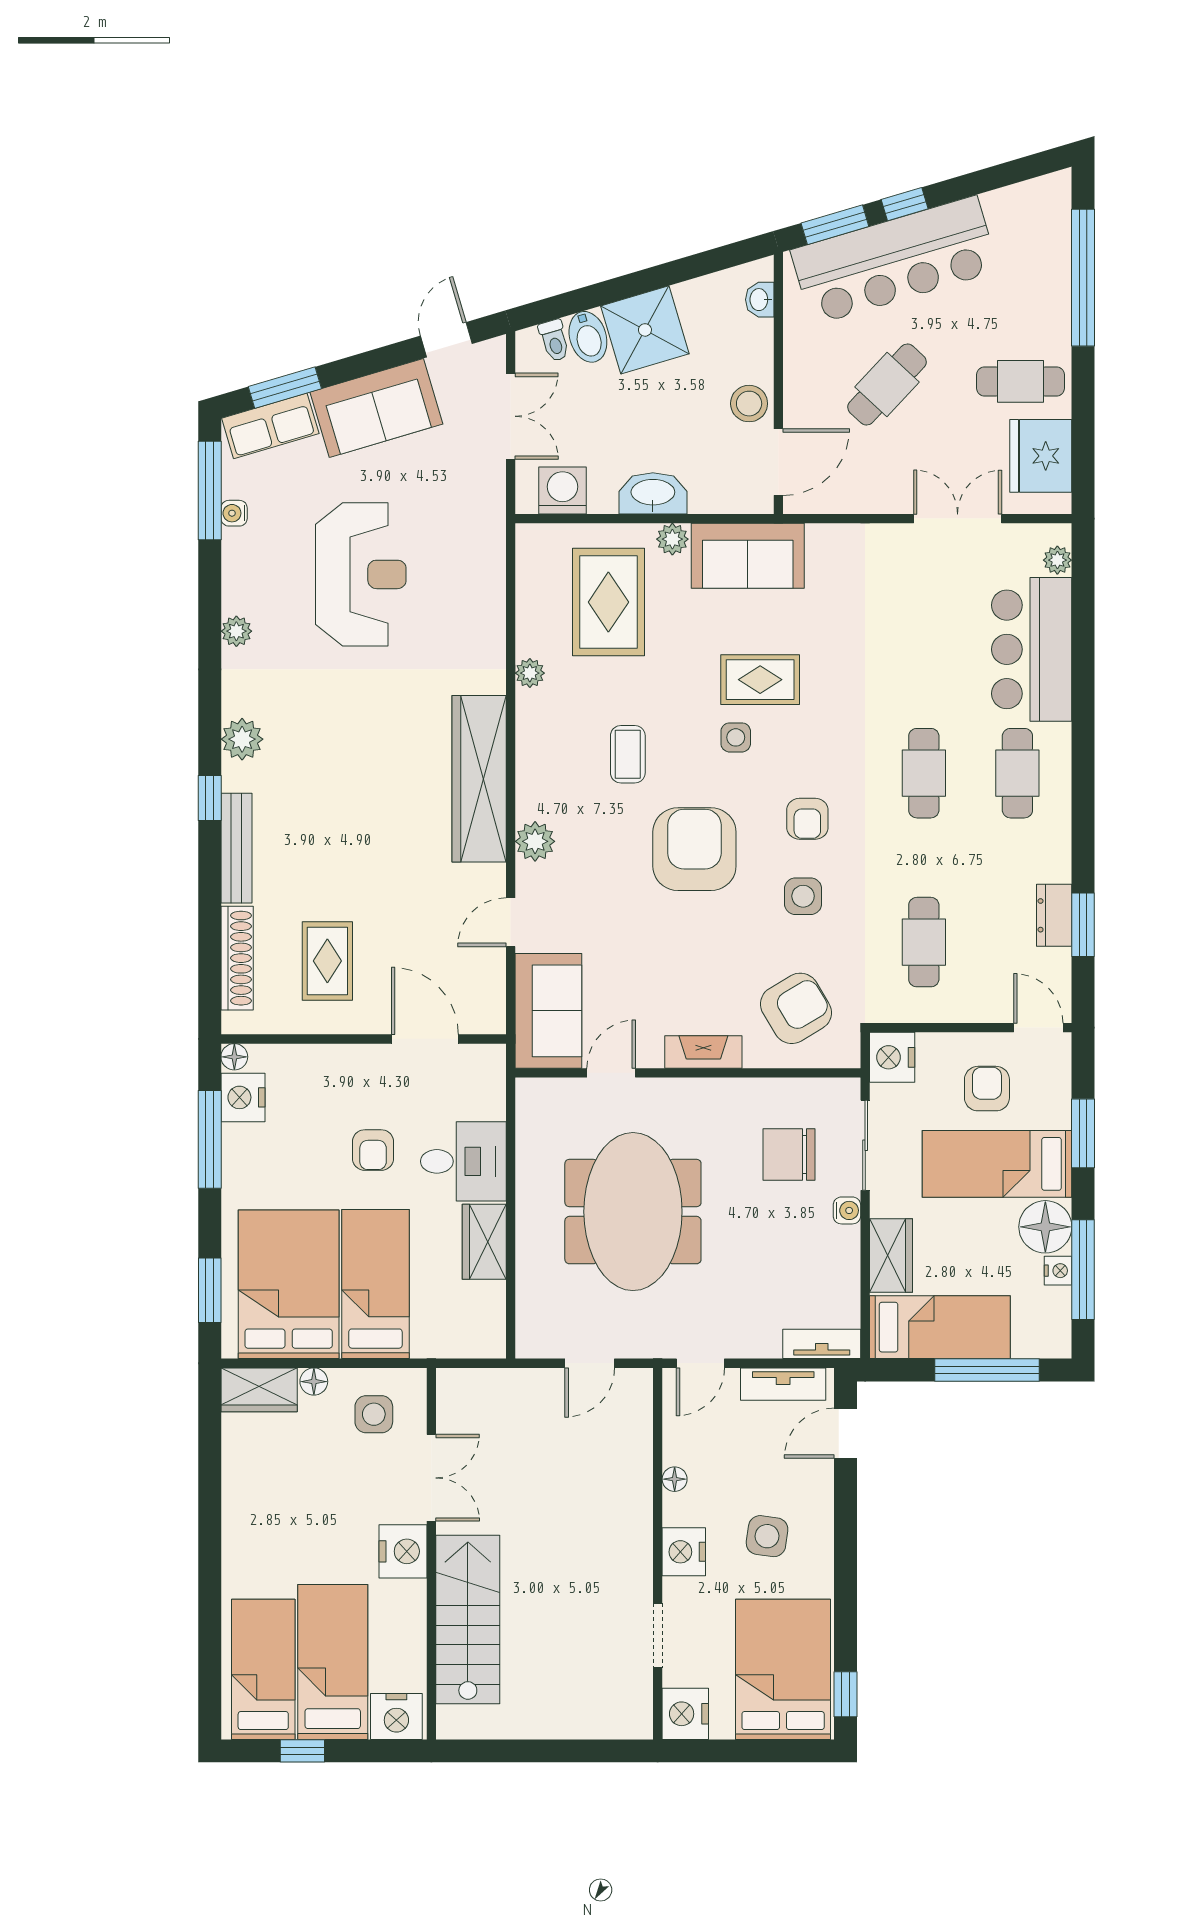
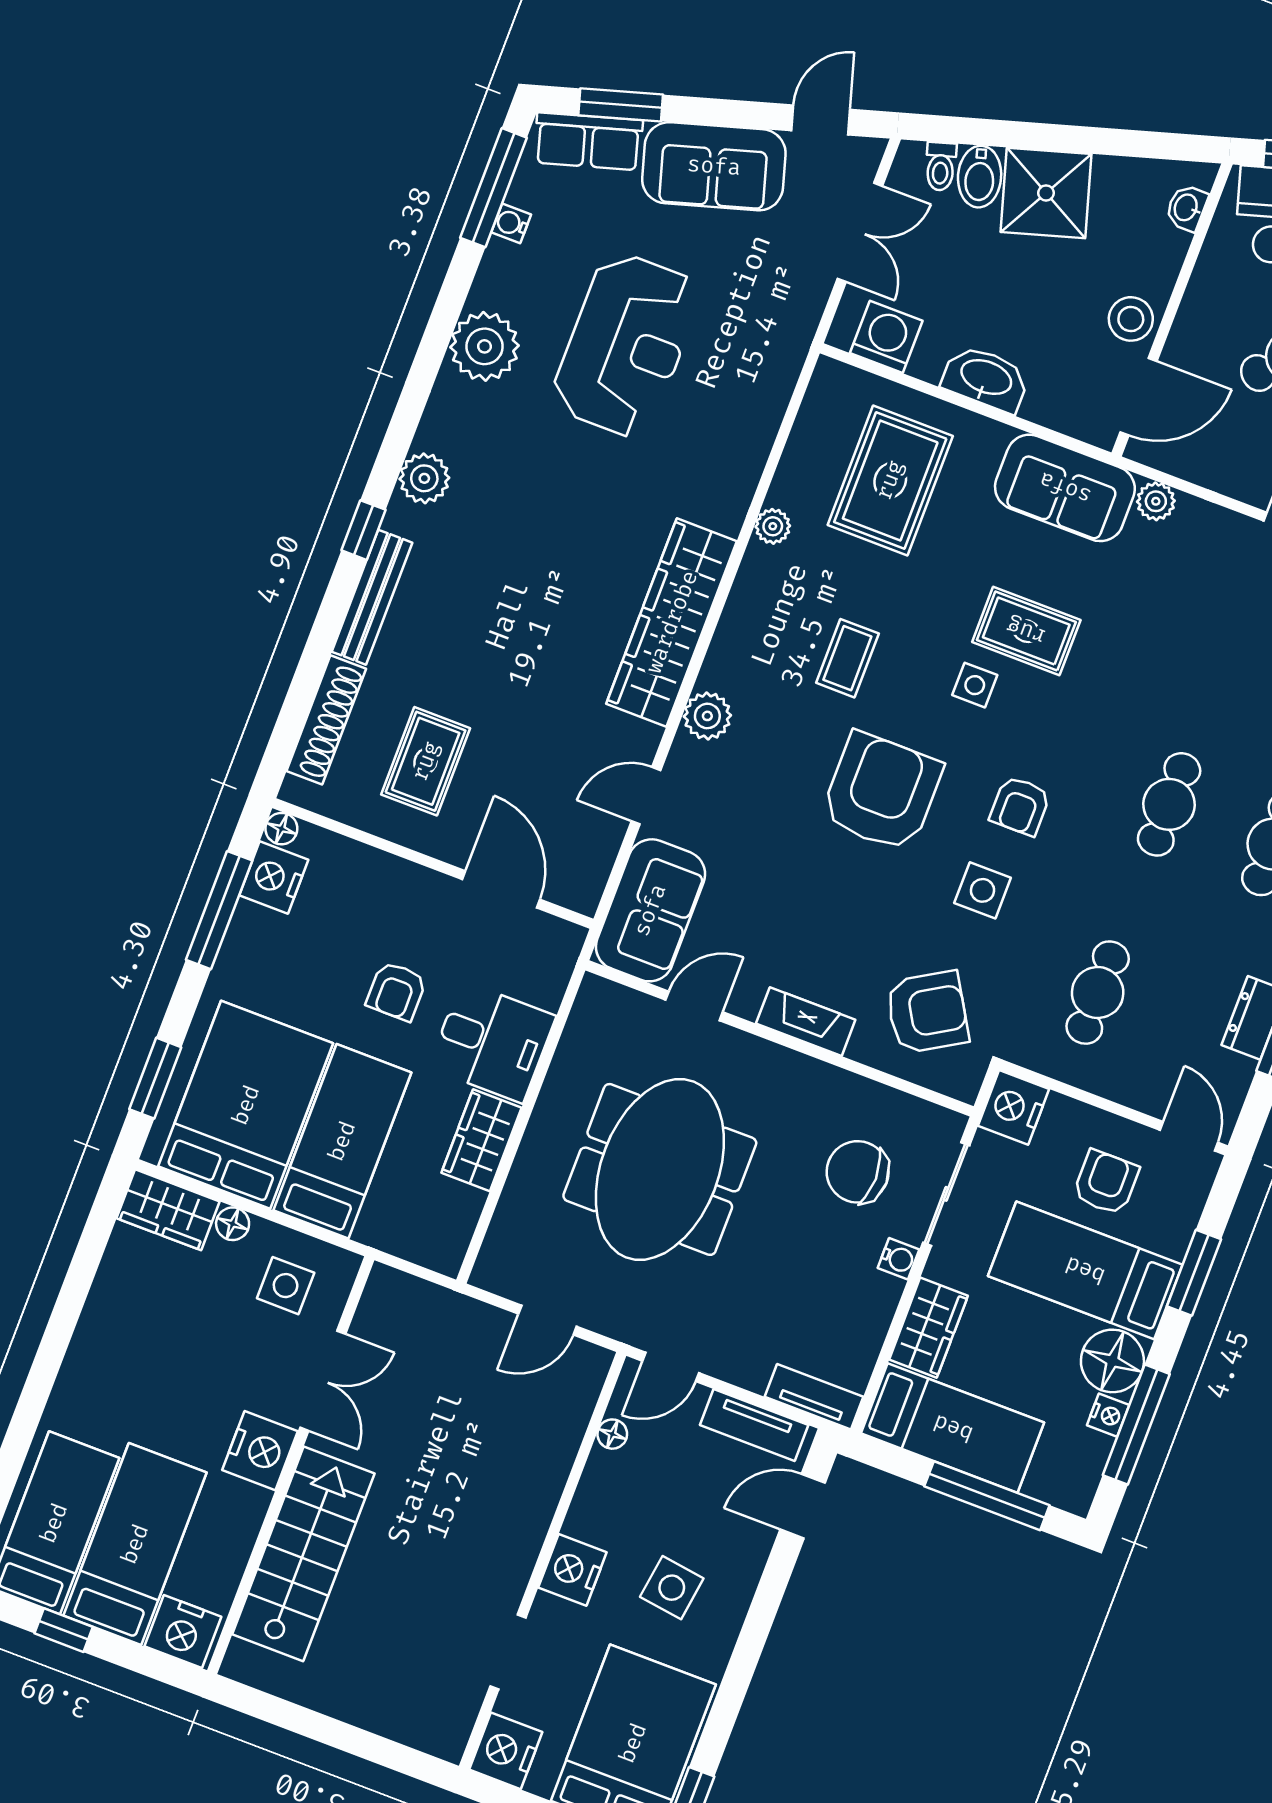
plant: (672, 539) -> (1156, 501), moved
plant: (236, 631) -> (485, 346), width x1.87, depth x1.87
floor lamp: (675, 1479) -> (612, 1434), moved

